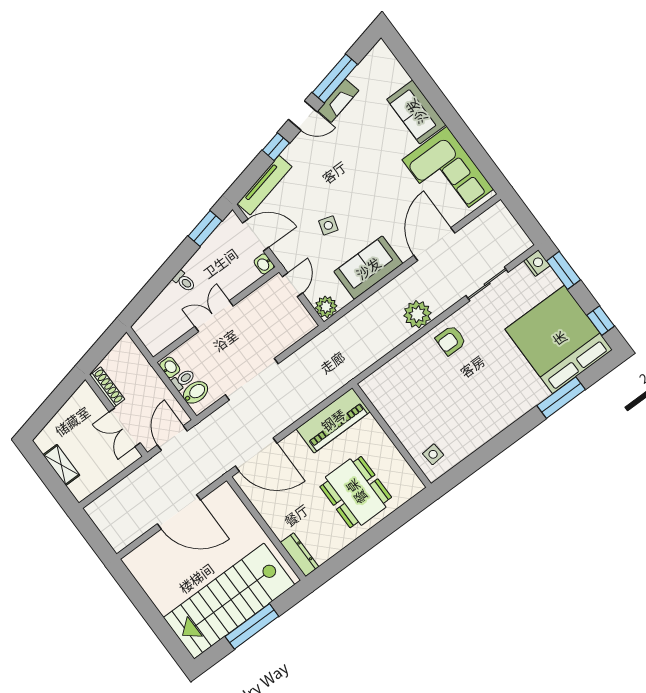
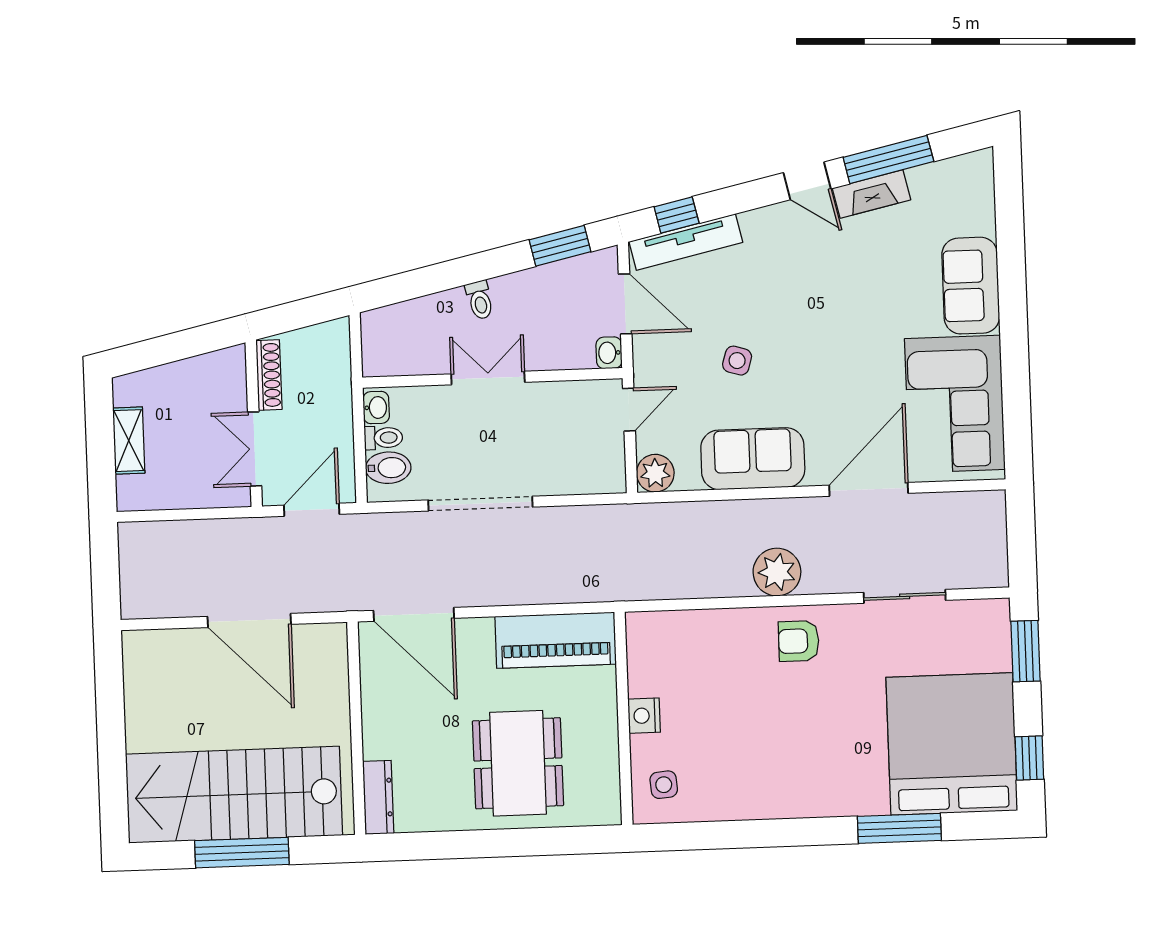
window: (276, 147) -> (677, 215), moved
nightstand: (537, 263) -> (644, 716), moved, turned 180

